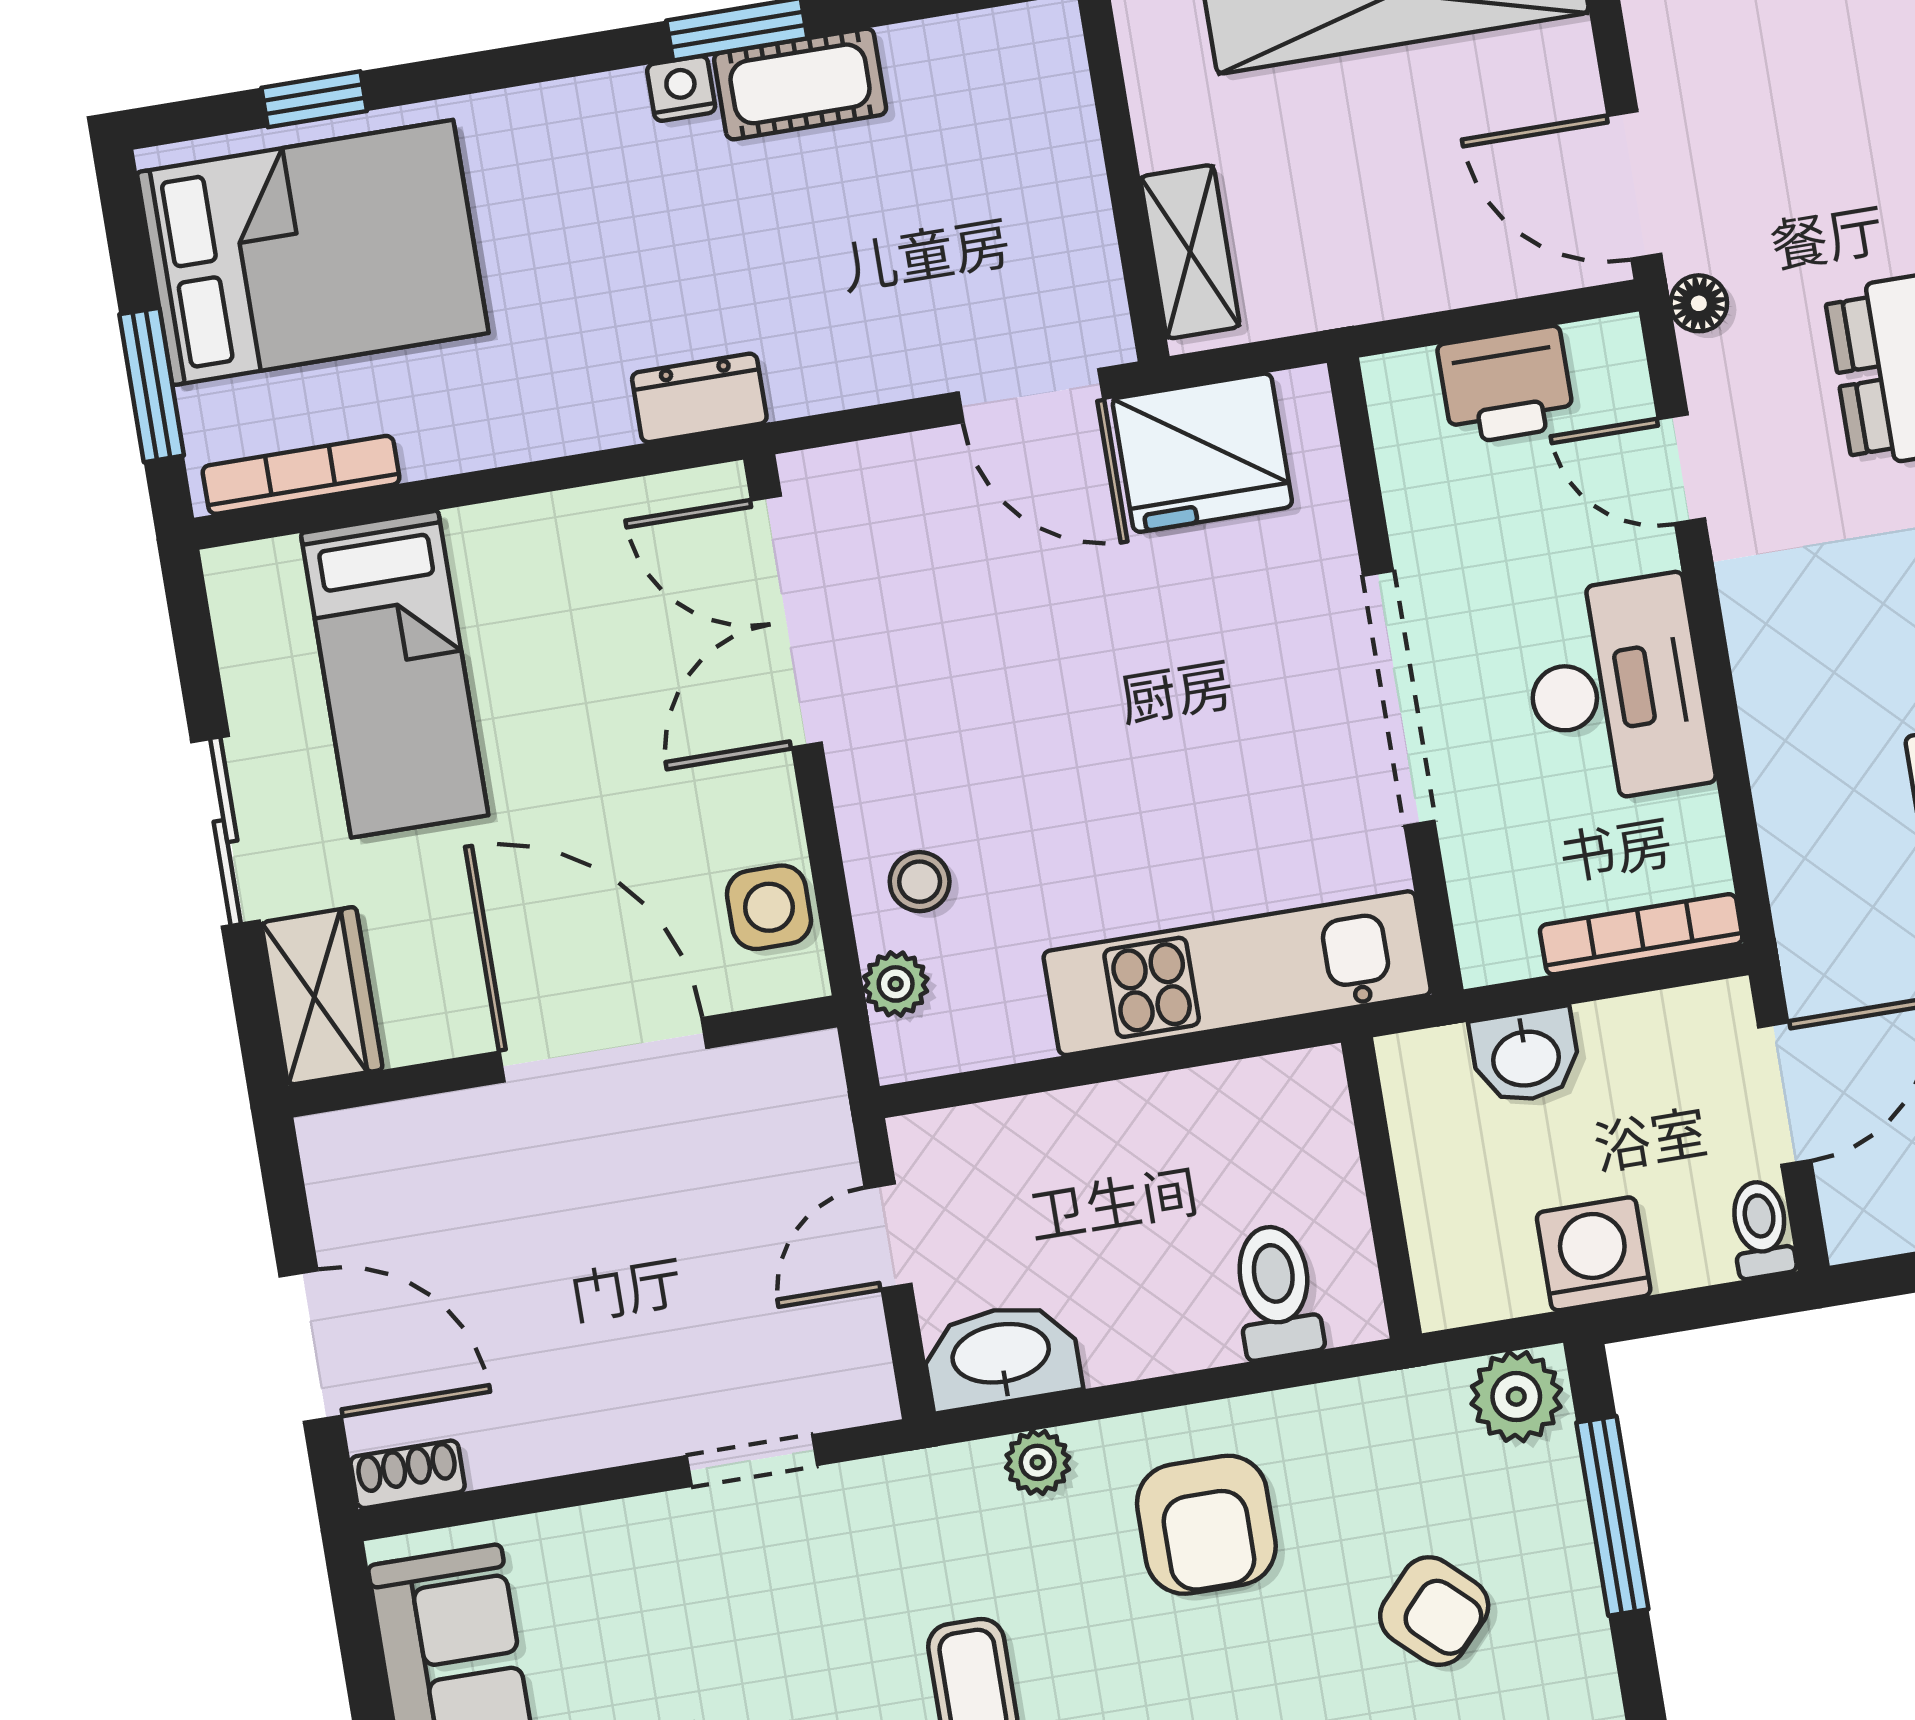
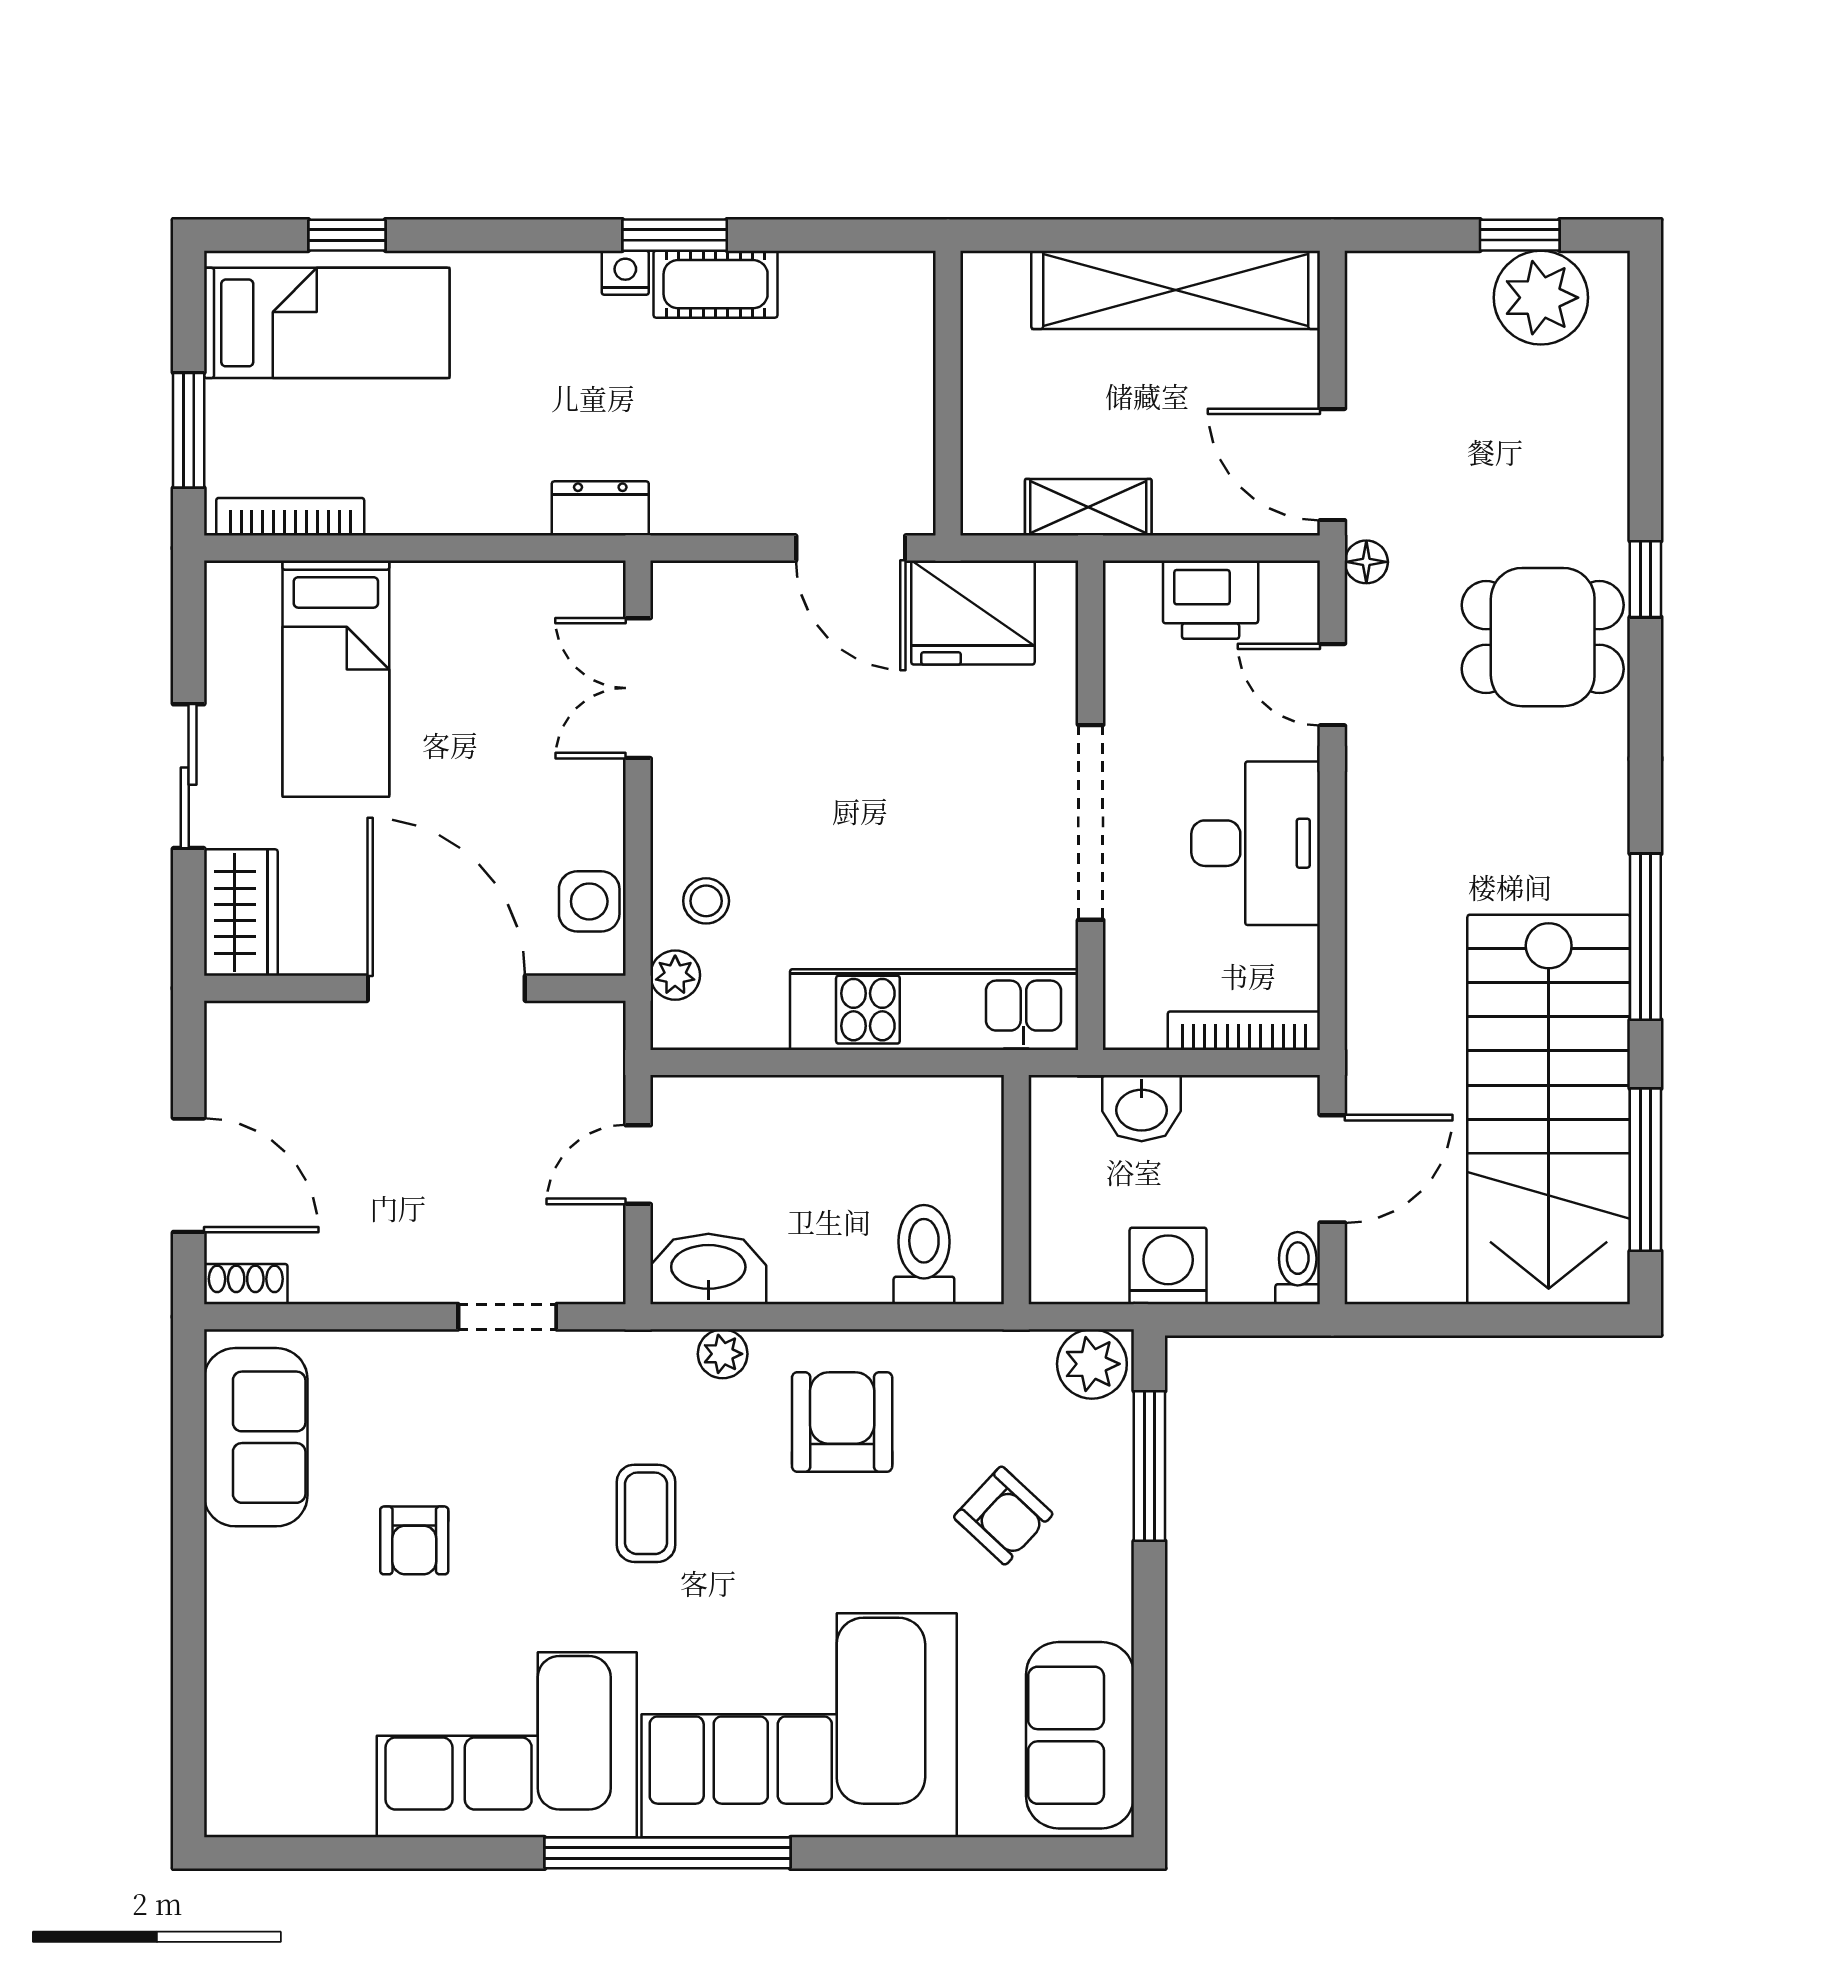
shelving: (1190, 252) -> (1088, 507), moved, turned 90
bed: (313, 253) -> (327, 323), width x0.67
double door: (786, 622) -> (638, 688), width x0.73
armchair: (1206, 1525) -> (842, 1422), turned 180

